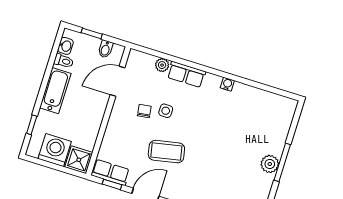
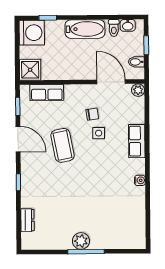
plant: (162, 65) -> (138, 90), moved
washing machine: (55, 150) -> (32, 33), moved
row of seats: (110, 172) -> (47, 93), moved, turned 90

